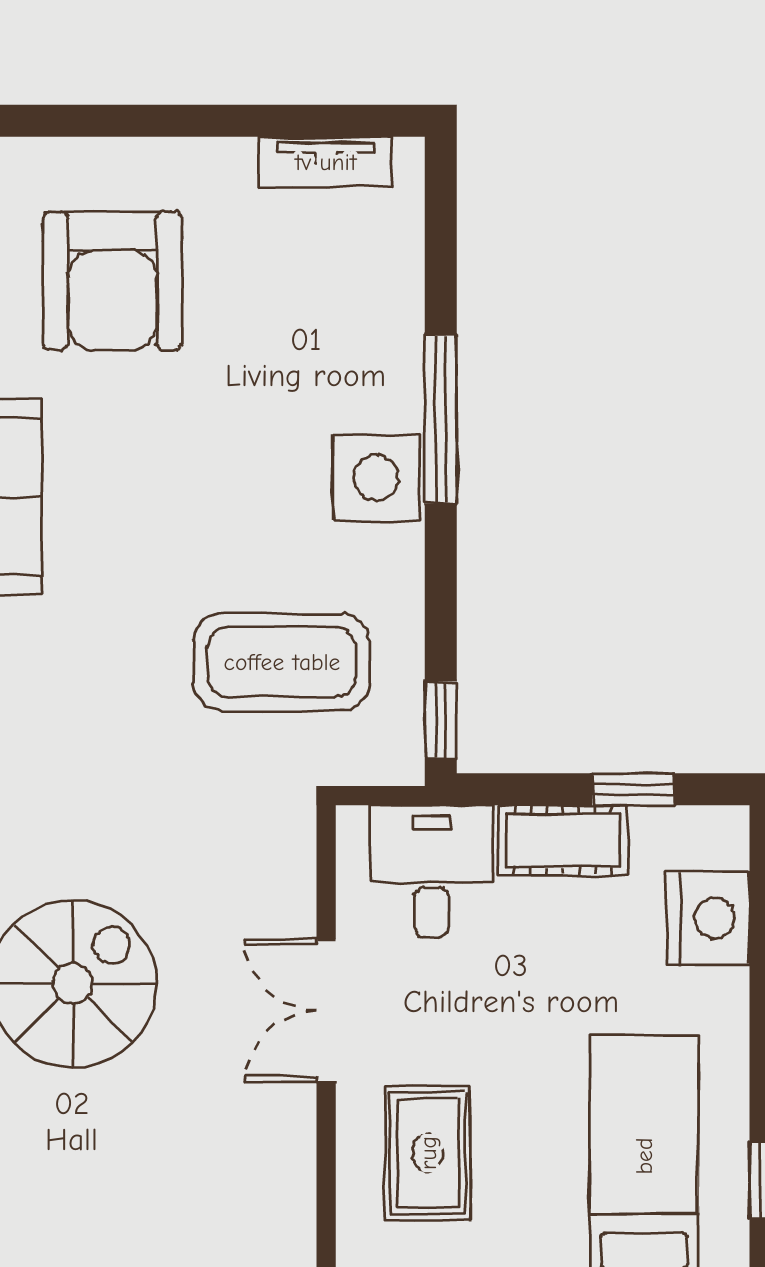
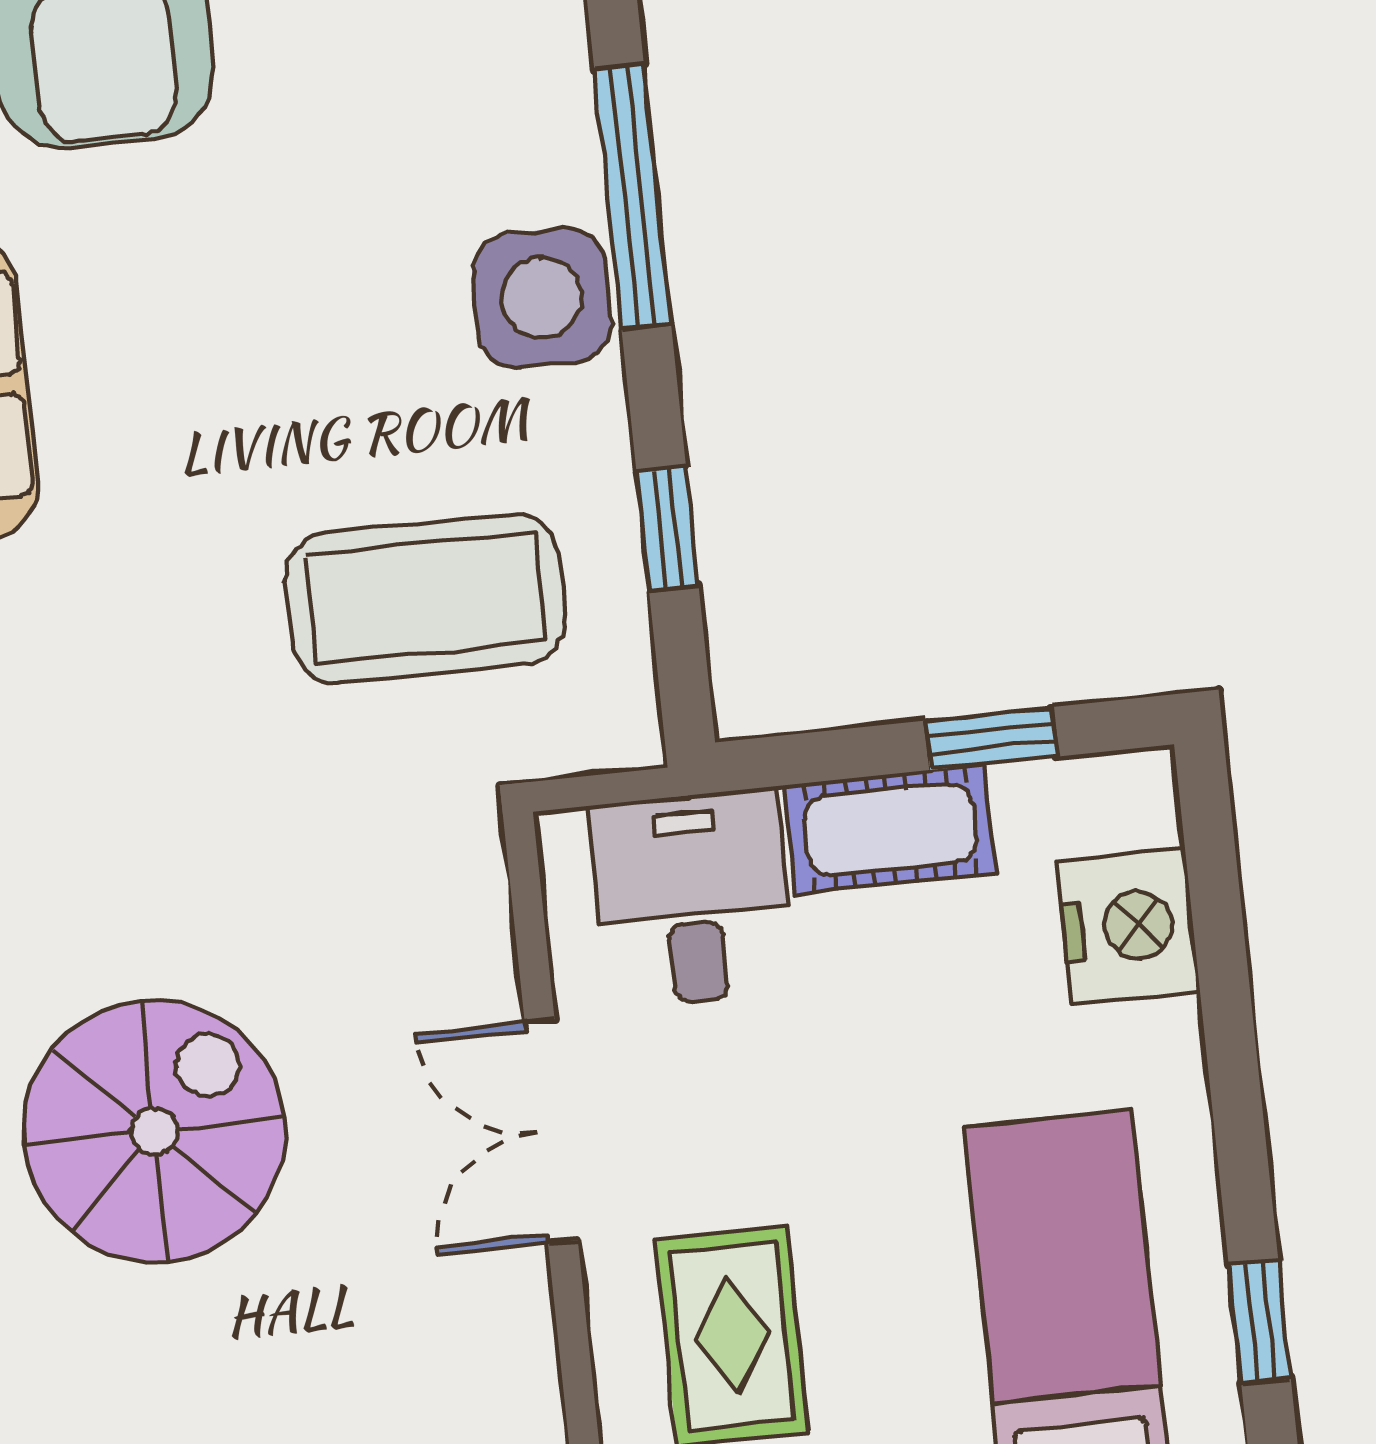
window: (441, 720) -> (668, 529), moved

